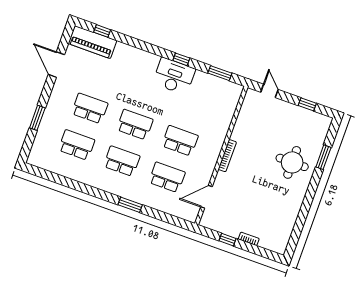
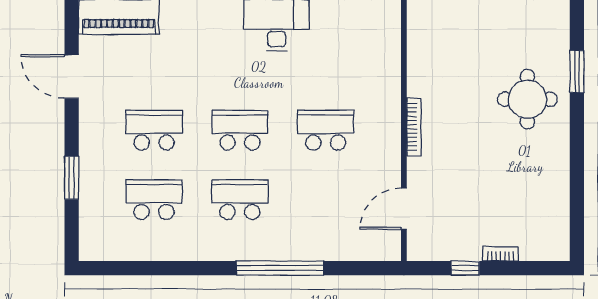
school desk: (167, 177) -> (326, 200), removed
window: (130, 205) -> (280, 268), width x2.11

